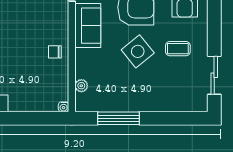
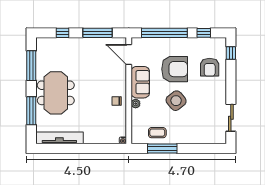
coffee table: (178, 49) -> (157, 133), moved
plant: (81, 86) -> (136, 104), moved

